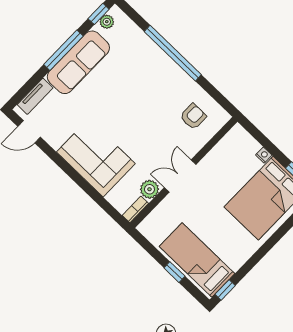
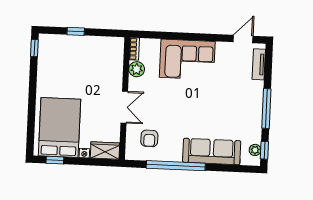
window: (173, 53) -> (176, 166), moved
sofa: (78, 62) -> (212, 152), moved, turned 90
wardrobe: (243, 141) -> (105, 151), added
double door: (180, 176) -> (124, 107), moved
bed: (197, 260) -> (68, 51), removed

